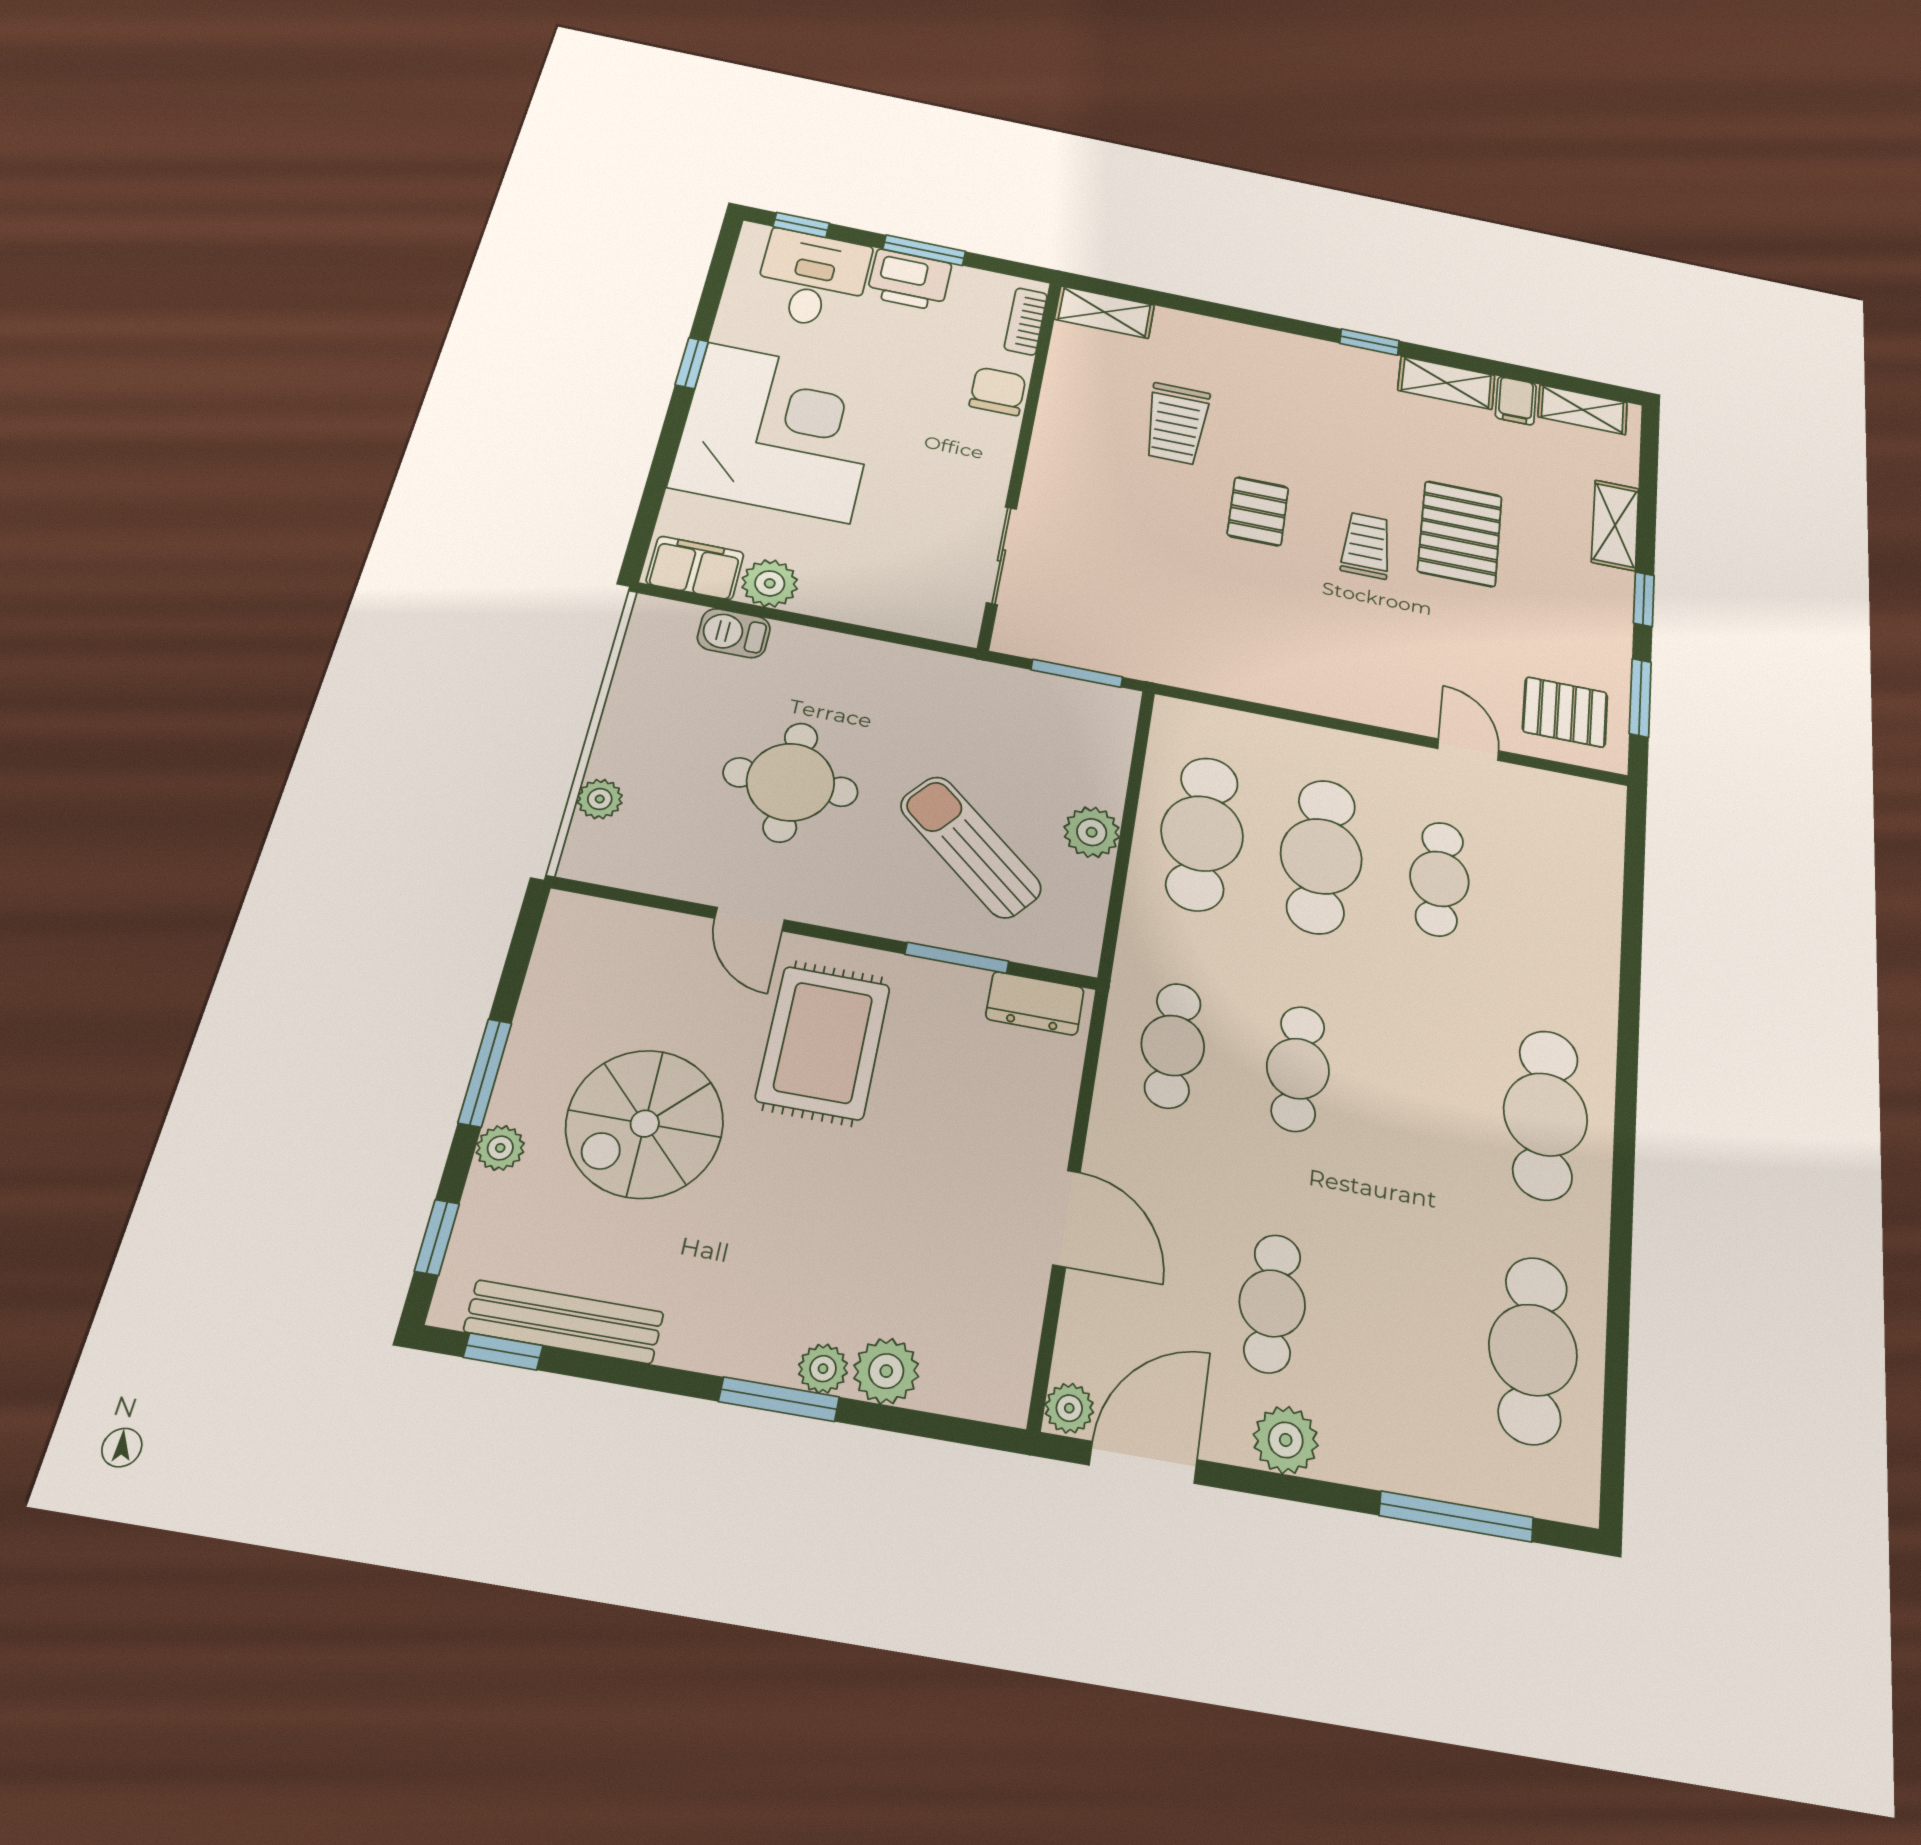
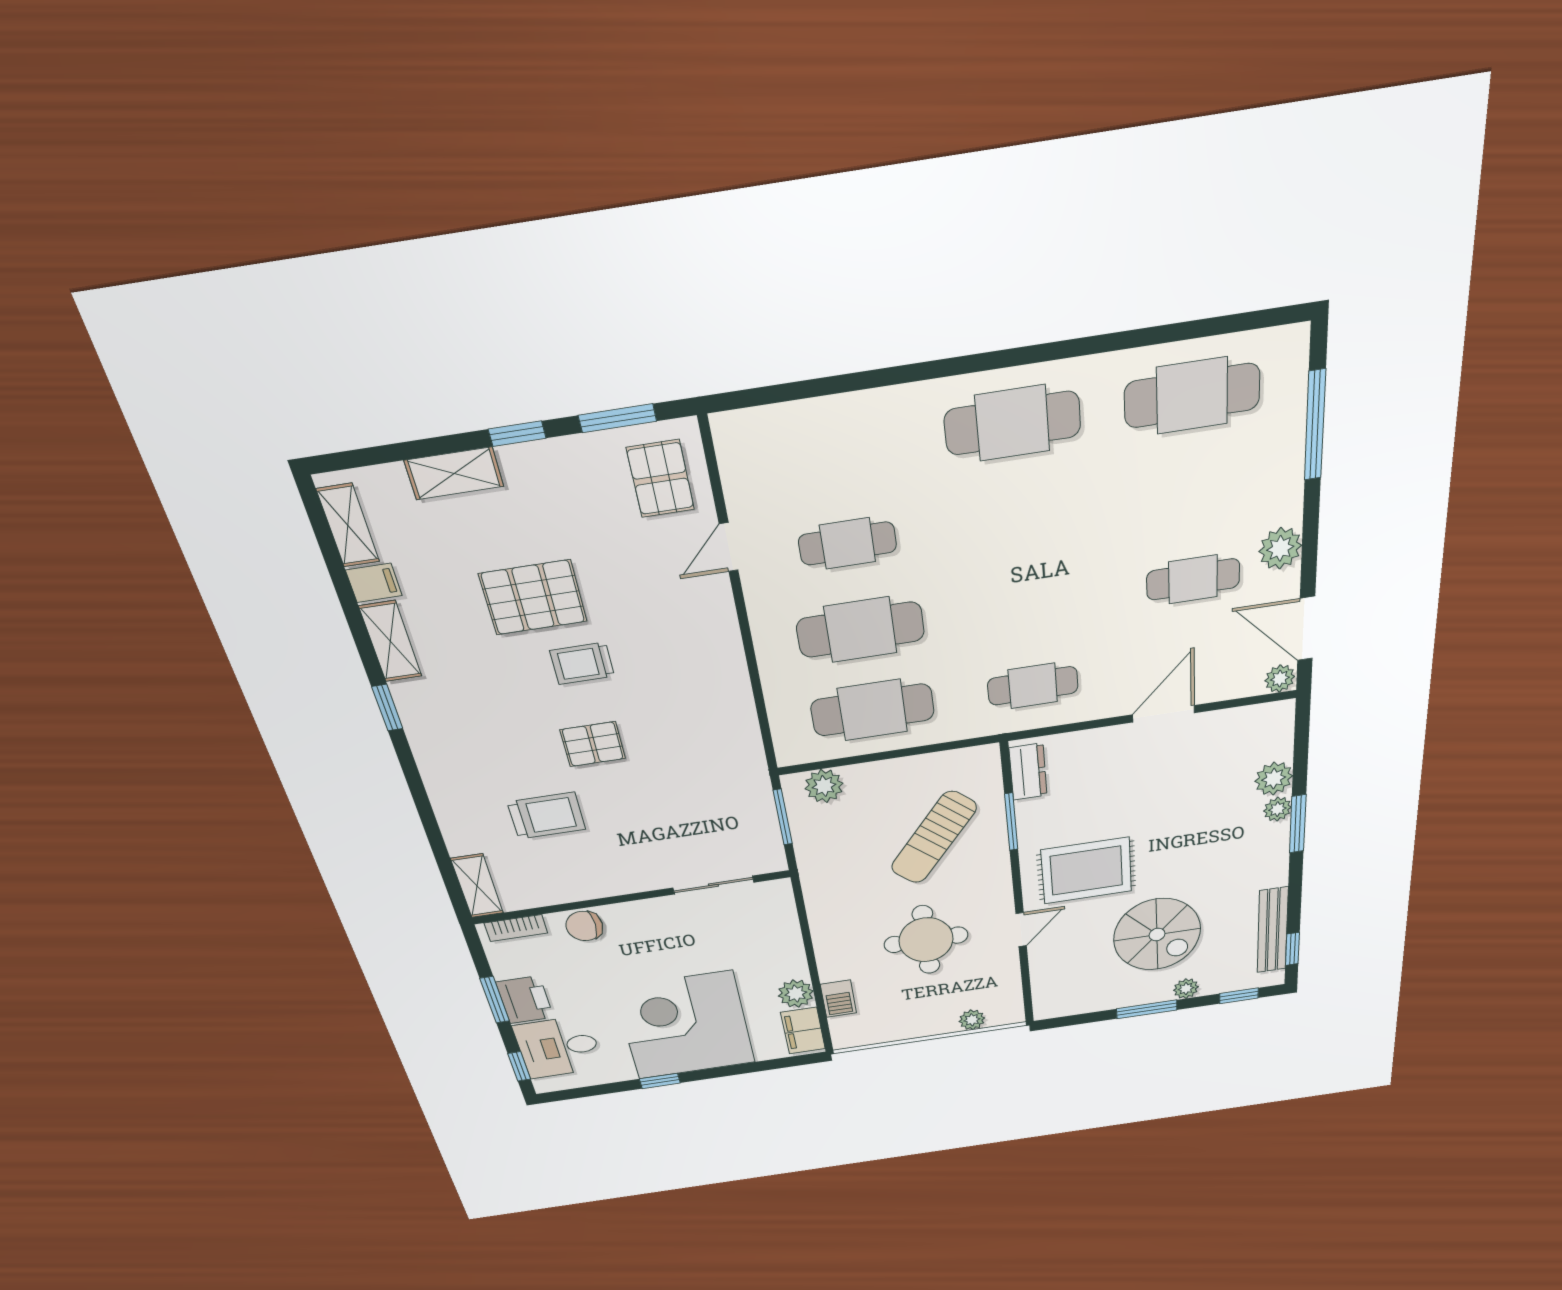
plant: (1092, 832) -> (824, 786), moved
cafe table: (1298, 1069) -> (1026, 605), removed

